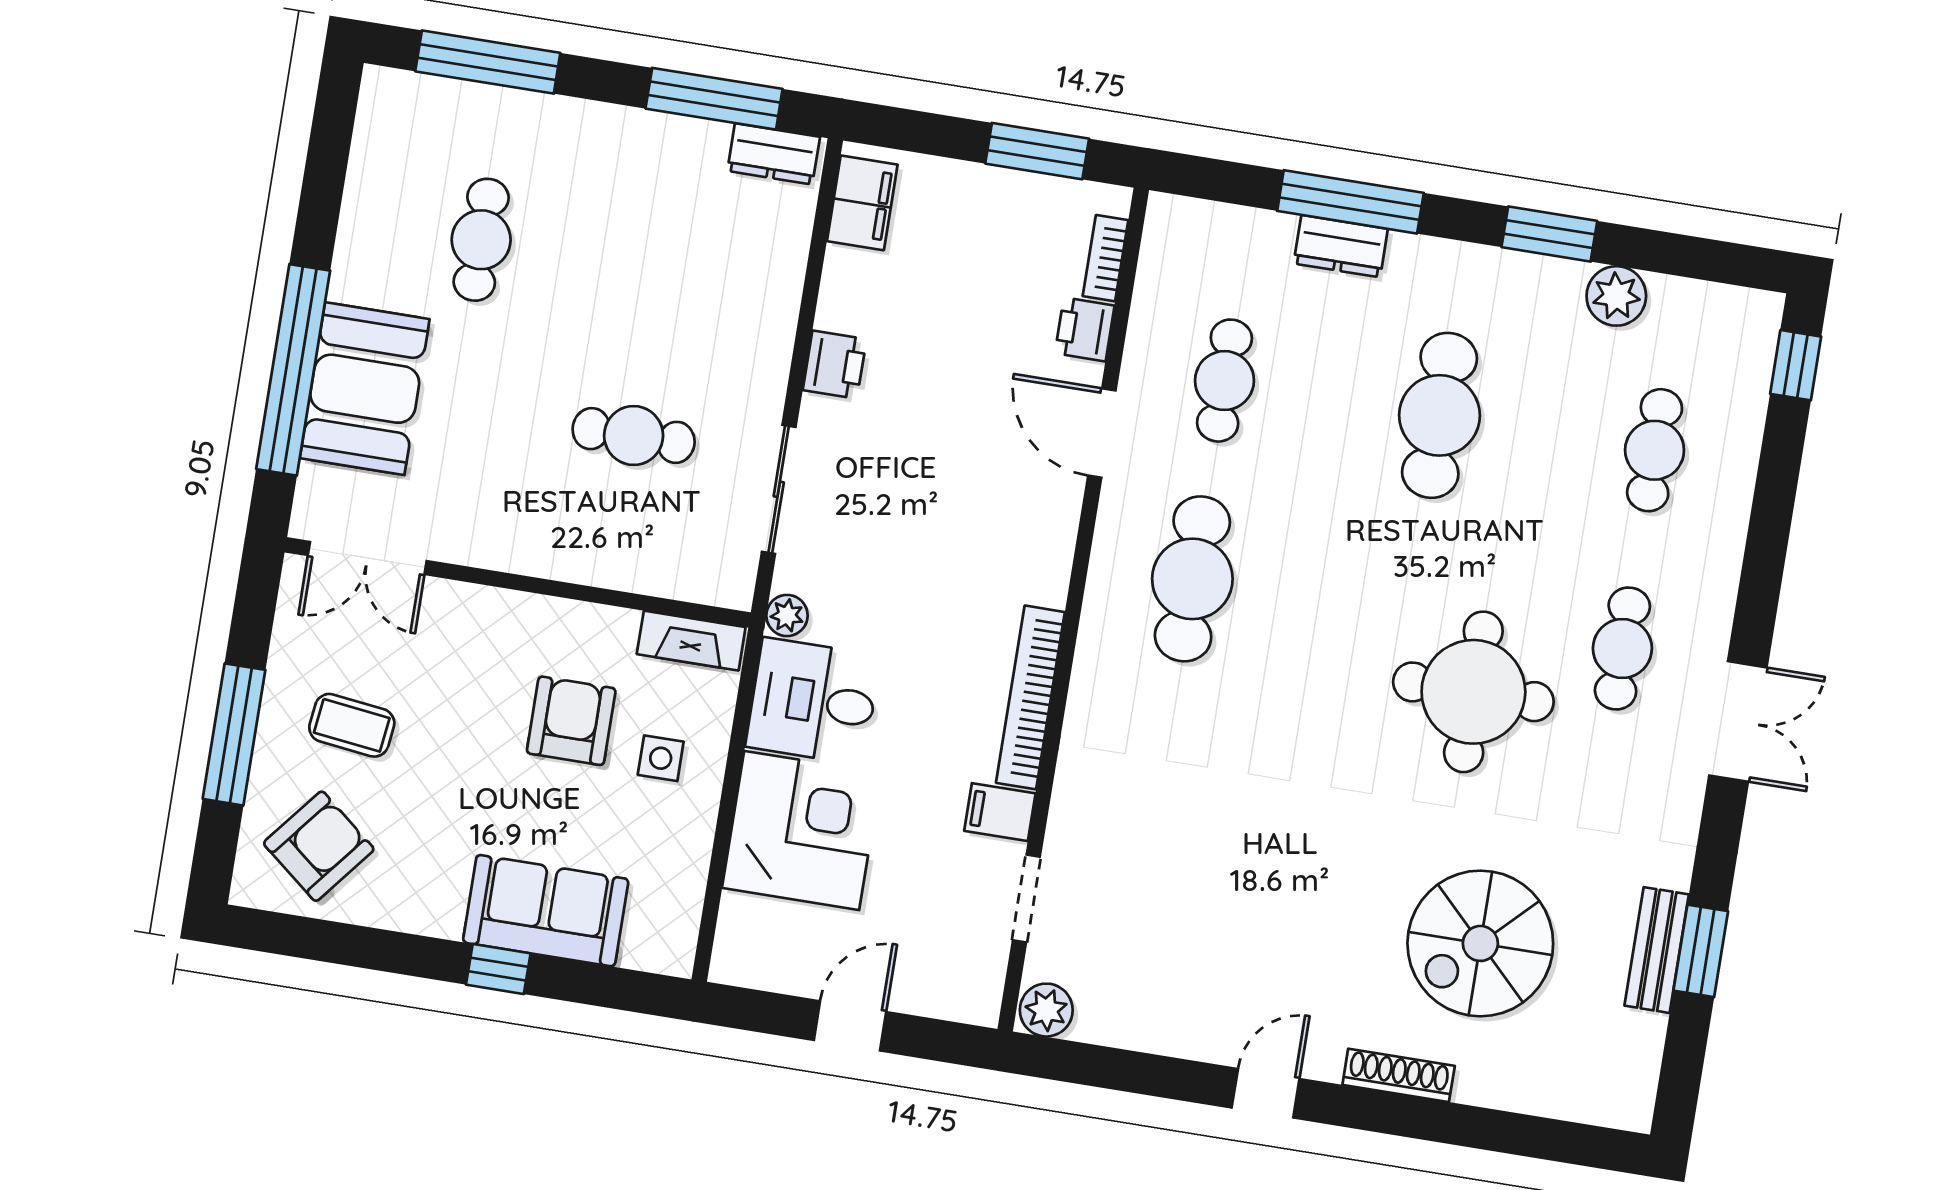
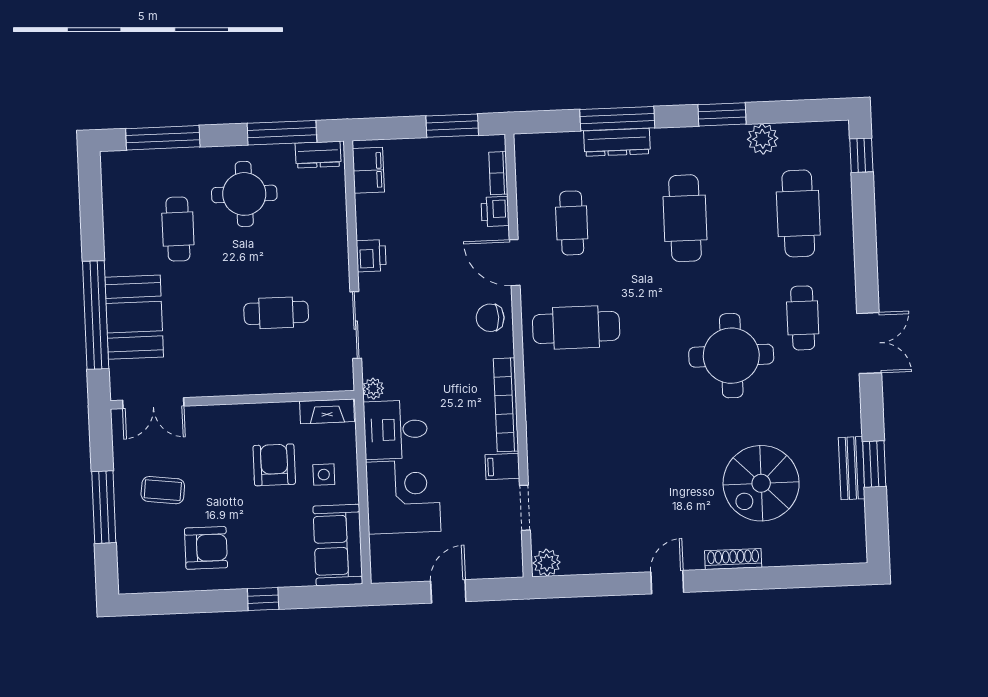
round table: (619, 199) -> (244, 194), added
dresser: (1341, 246) -> (617, 142), width x1.44
cafe table: (1655, 450) -> (798, 213), width x1.37, depth x1.35
chair: (1034, 527) -> (490, 318), added
cafe table: (1192, 579) -> (576, 327), turned 90
armchair: (319, 846) -> (206, 548), moved, turned 51
sofa: (546, 911) -> (338, 545), moved, turned -90

